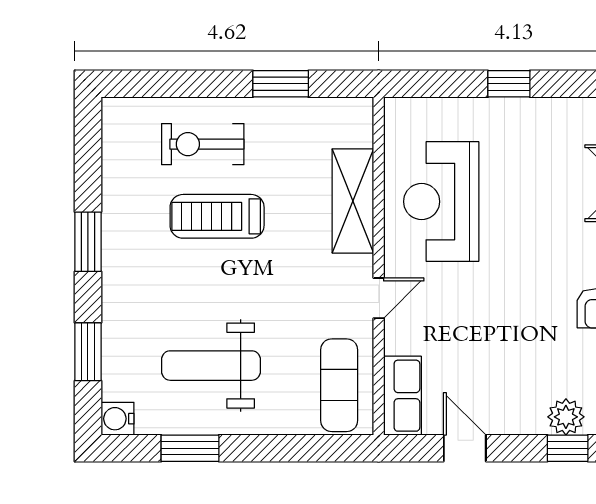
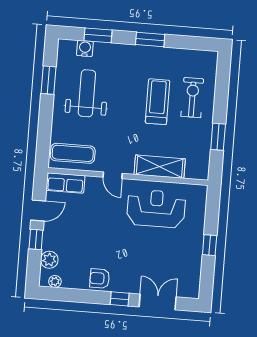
water cooler: (118, 419) -> (85, 48), moved
window: (568, 448) -> (36, 239), moved

